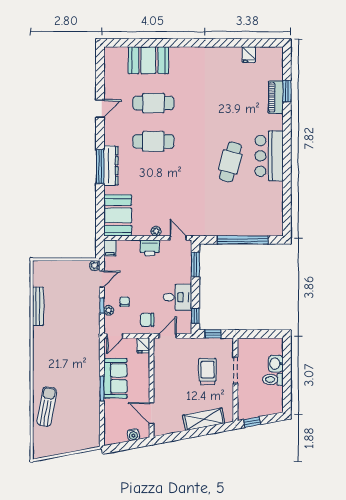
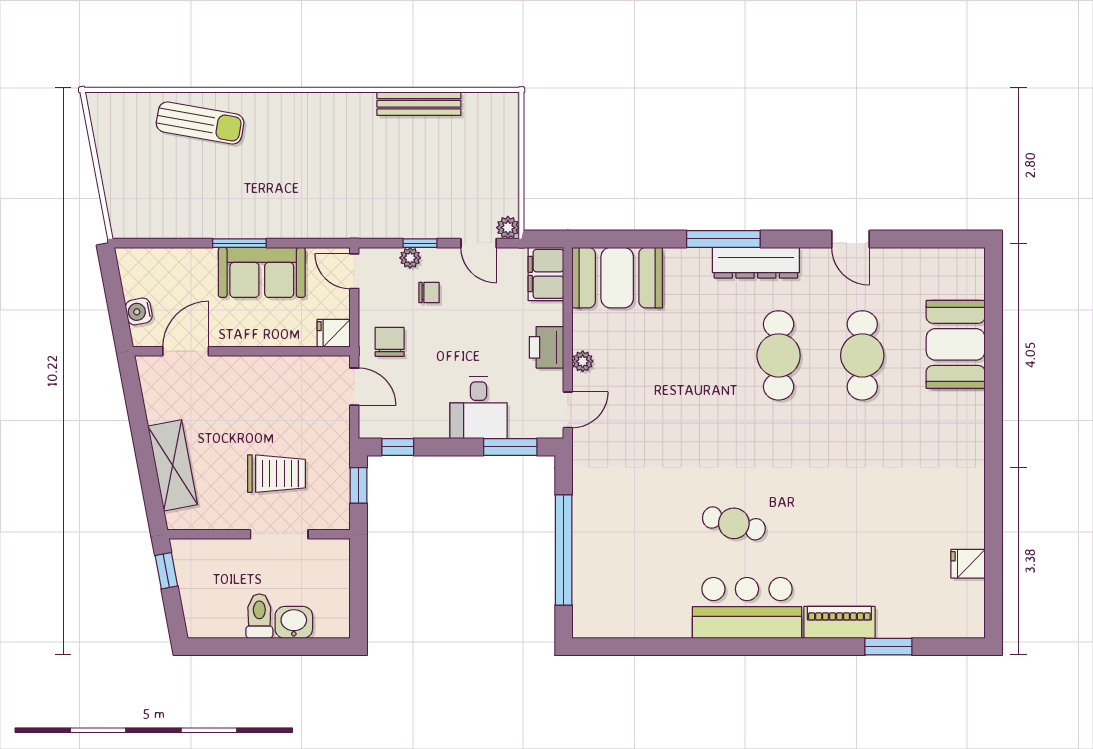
piano: (276, 97) -> (839, 622), moved
cafe table: (230, 162) -> (734, 523), width x0.73, depth x0.74
dresser: (111, 166) -> (756, 263), moved
filing cabinet: (110, 248) -> (546, 274), width x2.00
desk: (177, 297) -> (479, 408), moved

